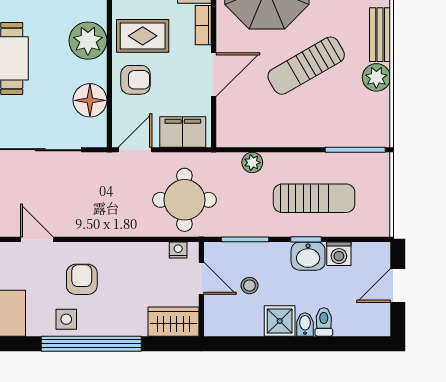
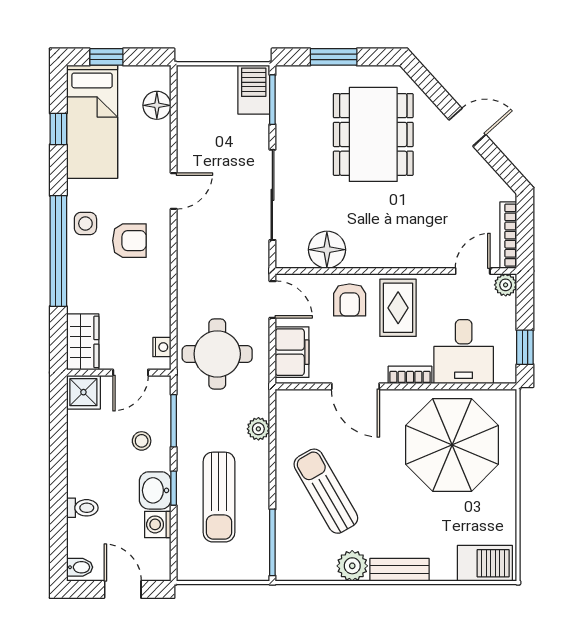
plant: (88, 41) -> (393, 247), removed
sun lounger: (306, 66) -> (326, 491), moved
stool: (249, 286) -> (142, 441), moved
shower: (280, 321) -> (83, 392), moved
bidet: (305, 324) -> (80, 567), moved

